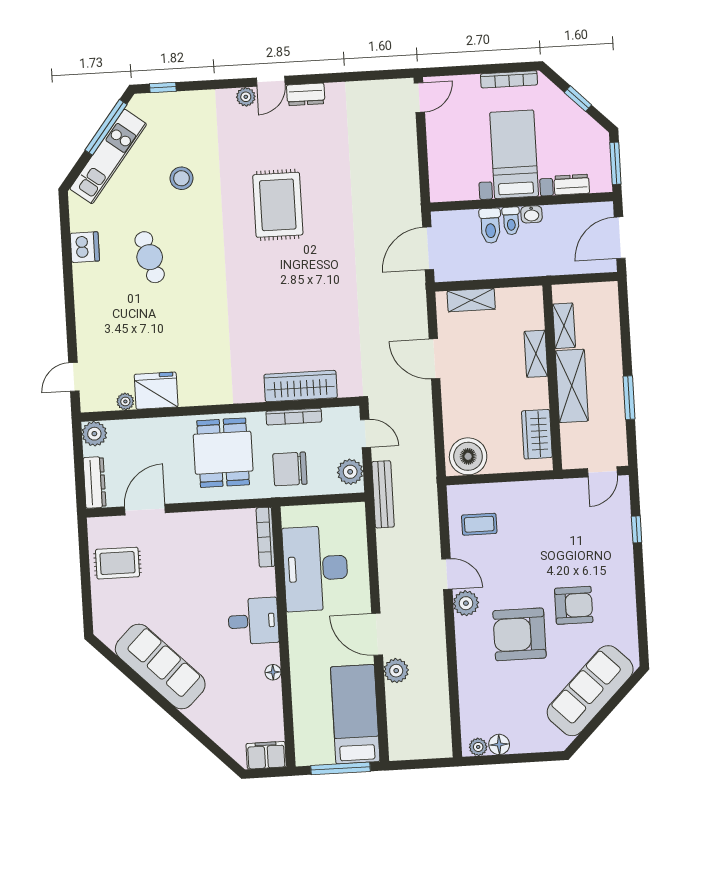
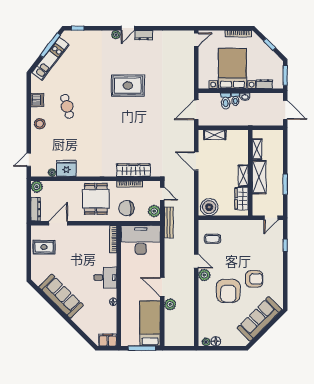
bed with nightstands: (514, 154) -> (232, 68), width x1.36
stool: (181, 178) -> (40, 124), moved
rug: (278, 205) -> (128, 86), turned 90
door: (620, 238) -> (285, 110), swing flipped
shelving: (536, 354) -> (243, 176), moved
desk: (316, 568) -> (141, 240), moved, turned 90
armchair: (519, 634) -> (228, 291), turned -90

